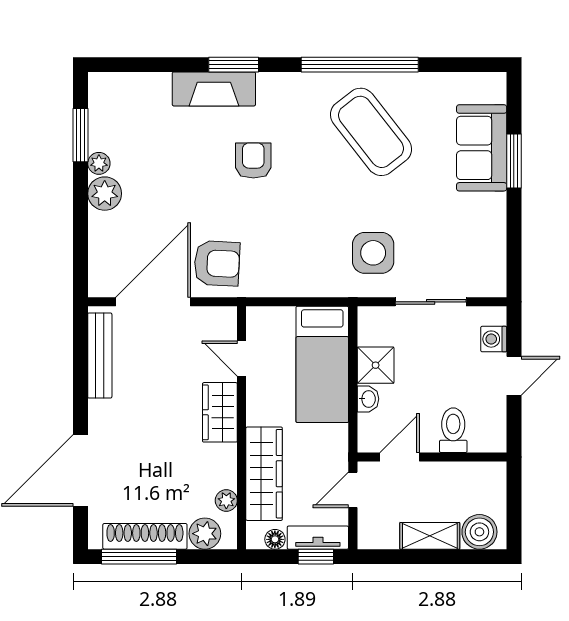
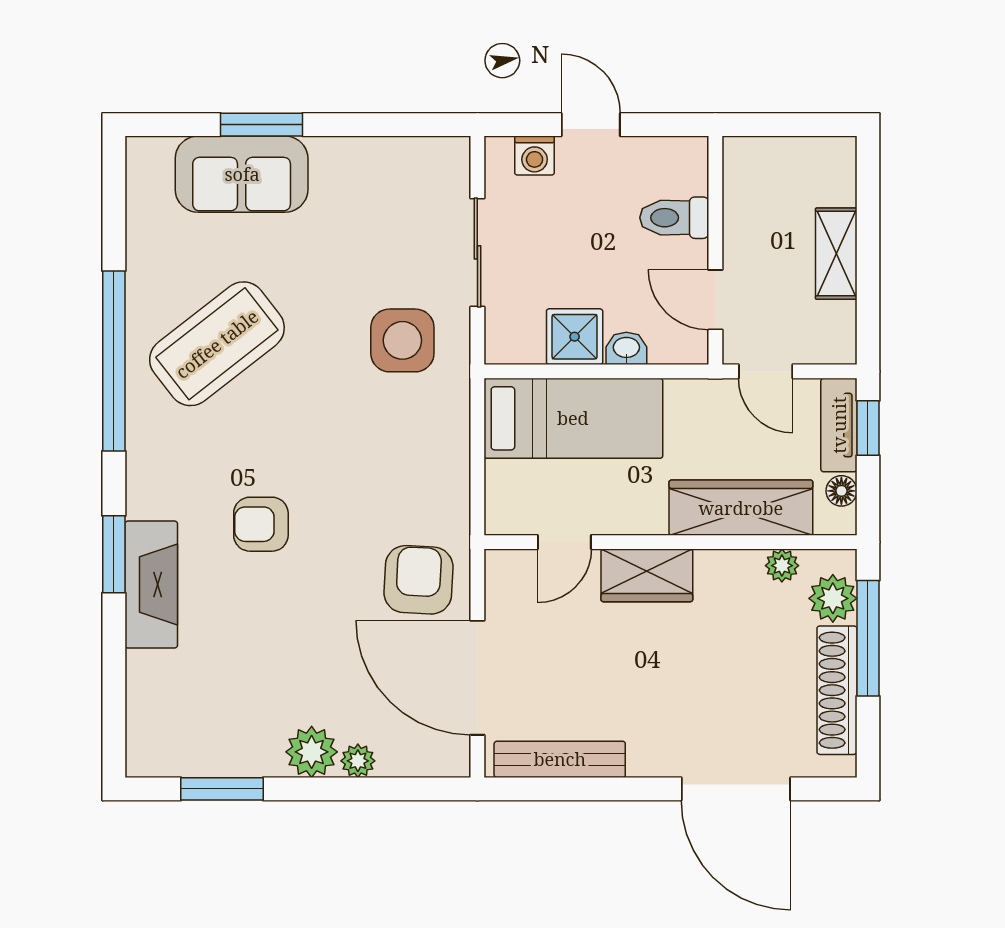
plant: (99, 163) -> (358, 761), moved
boiler: (479, 532) -> (830, 177), removed
window: (139, 557) -> (868, 638), moved

